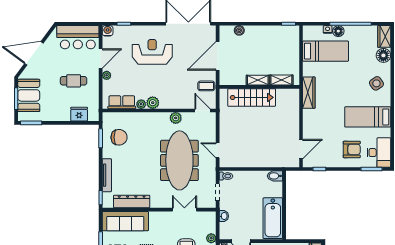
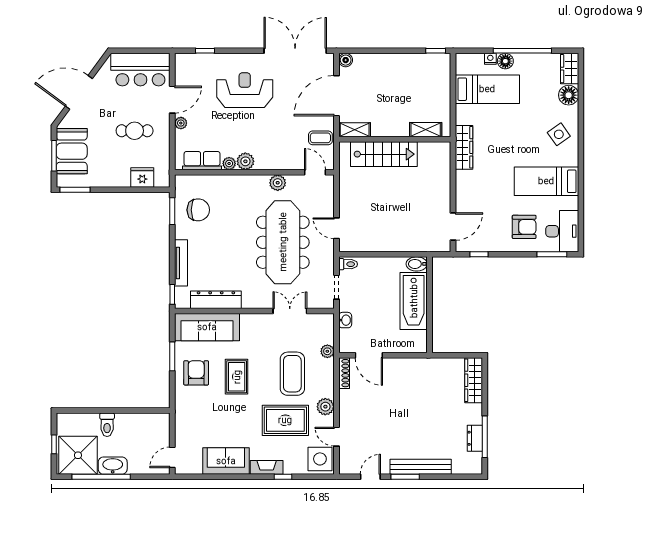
boiler: (239, 30) -> (346, 60), moved
water cooler: (108, 31) -> (182, 61), removed
shelving: (258, 80) -> (355, 130), moved
bathtub: (273, 218) -> (414, 301), moved

